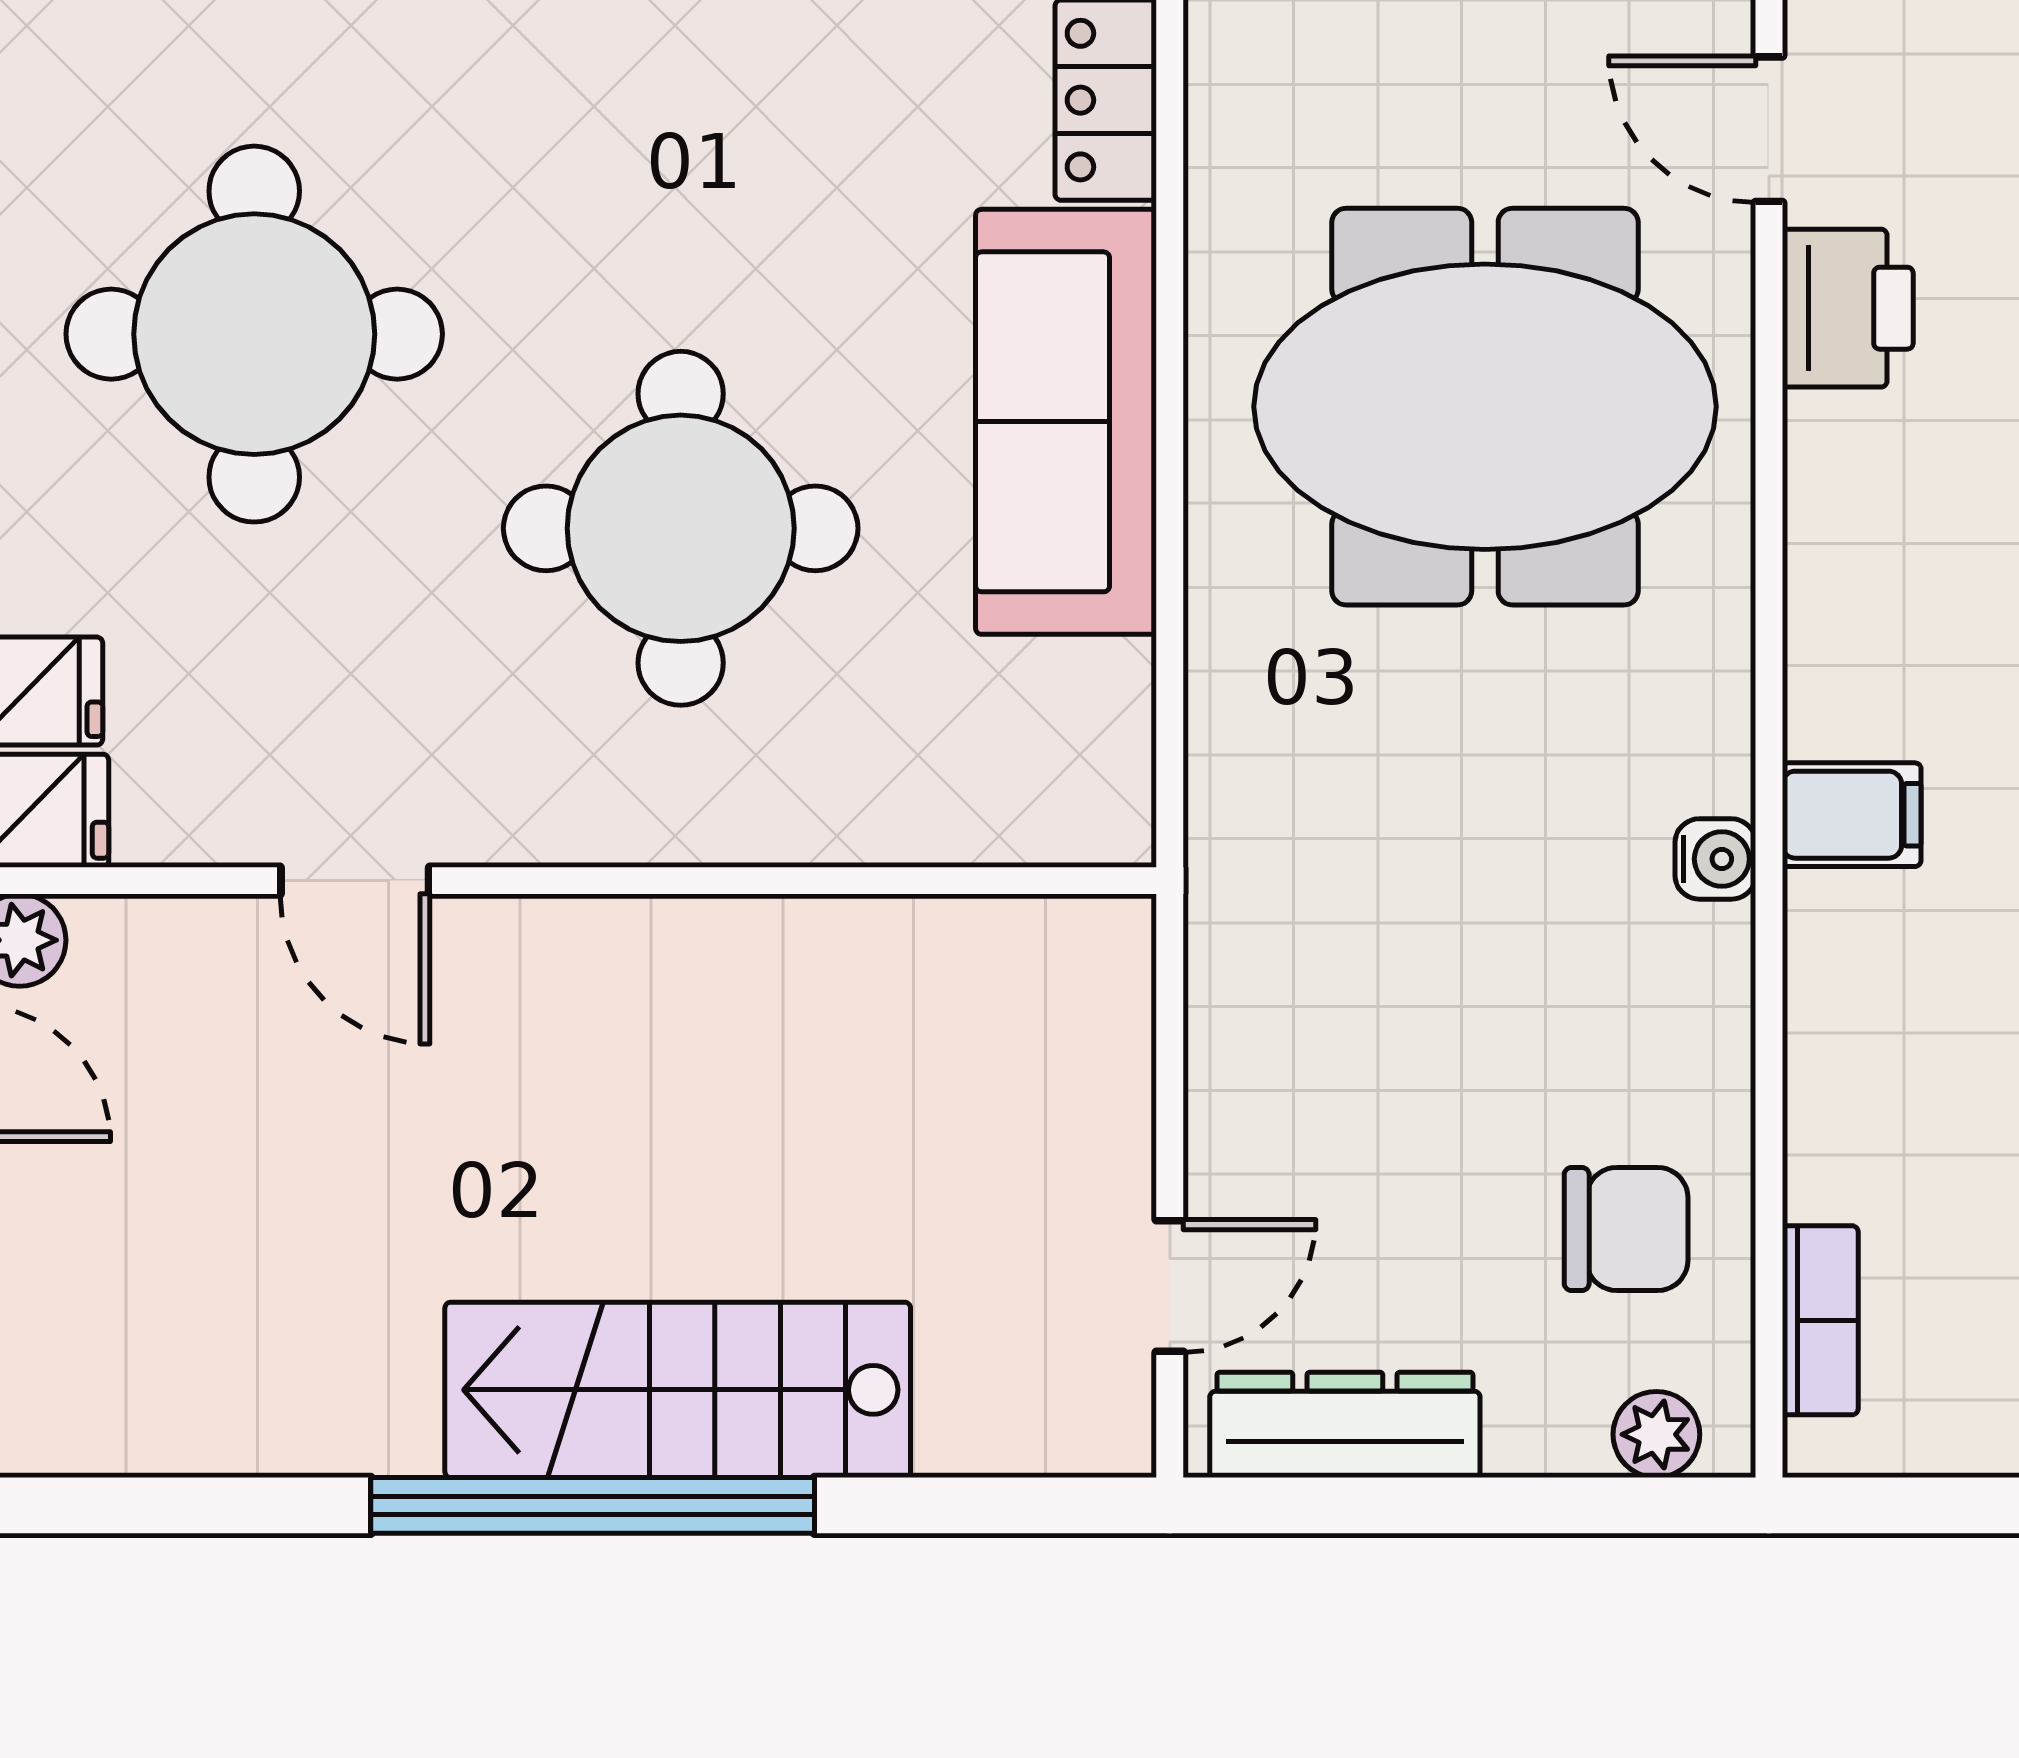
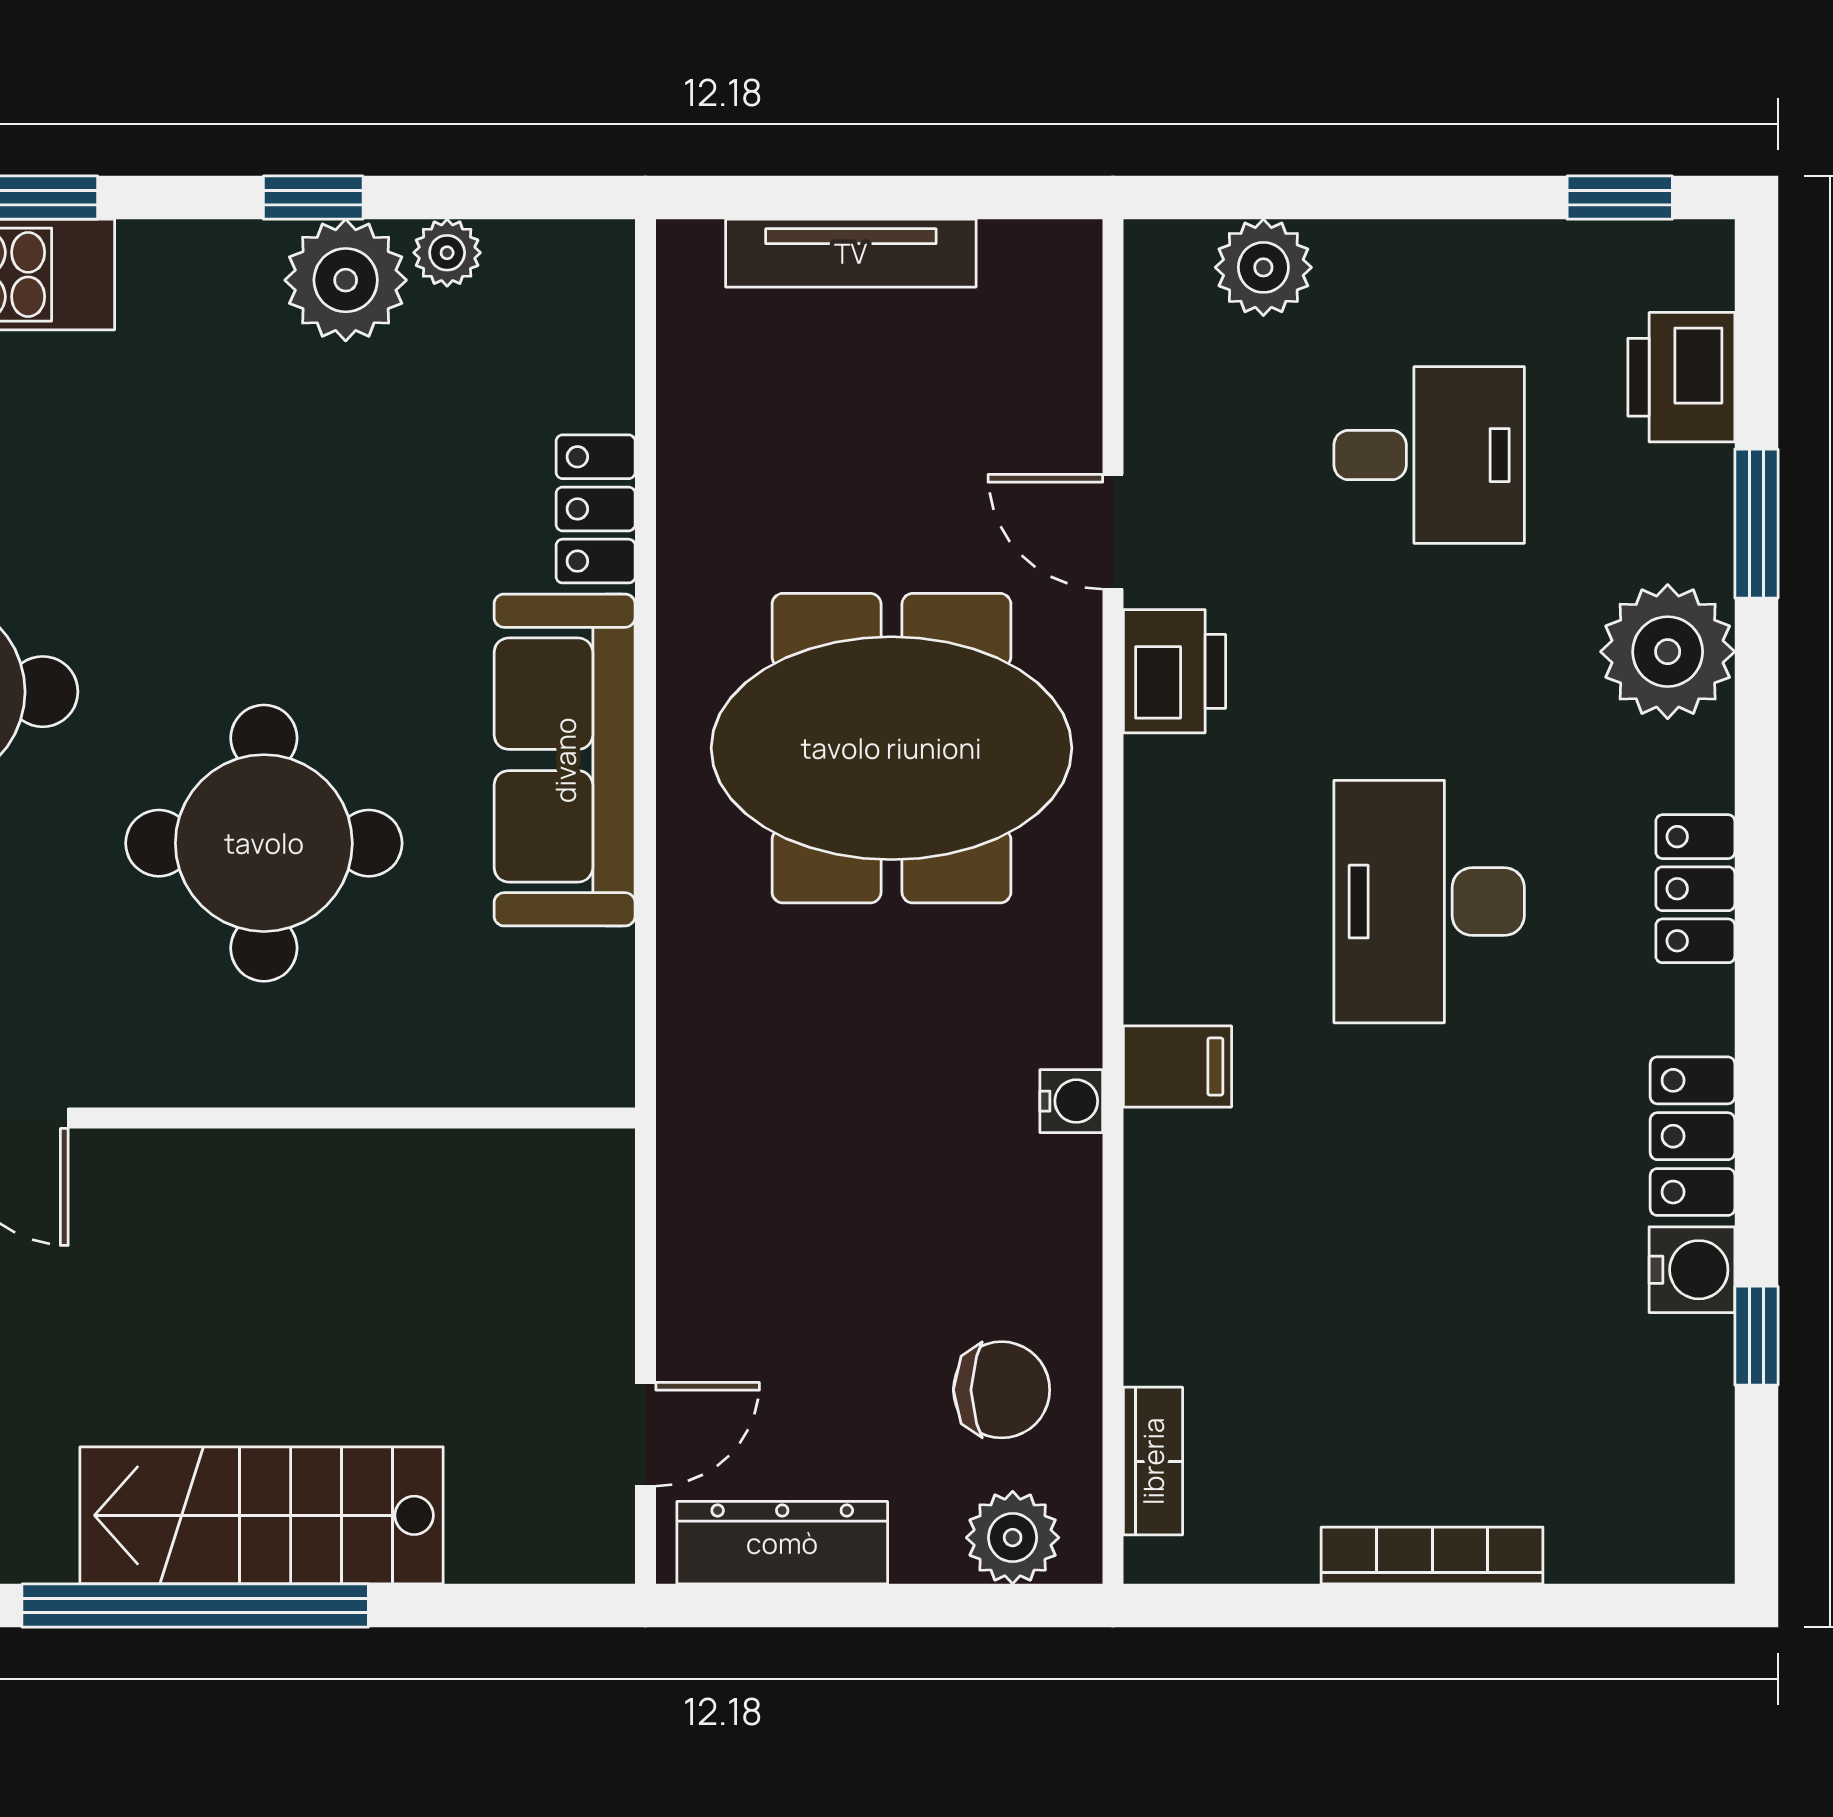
plant: (1656, 1434) -> (1013, 1538), width x1.38, depth x1.38

